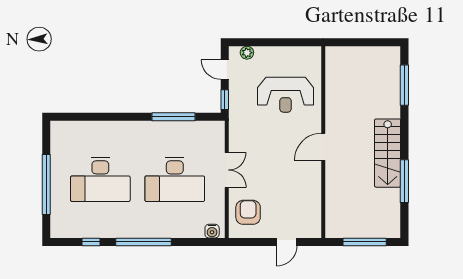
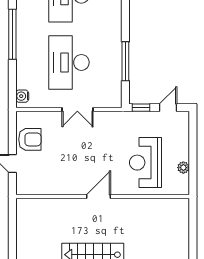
plant: (247, 53) -> (183, 168), moved
door: (323, 147) -> (98, 197), hinge flipped
armchair: (248, 212) -> (30, 139), moved
window: (365, 242) -> (12, 234), removed

